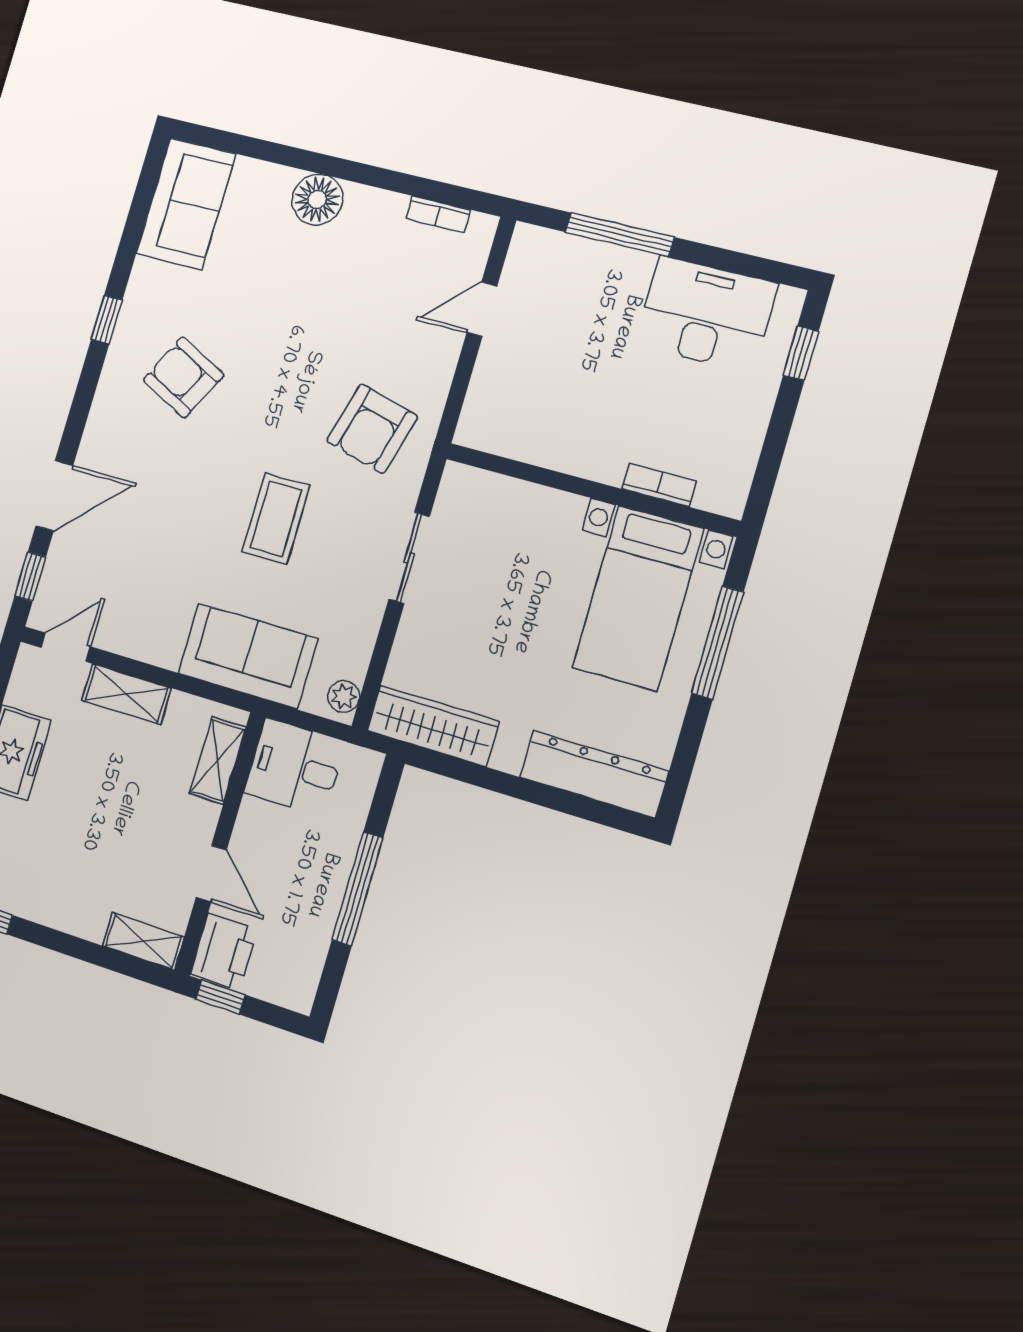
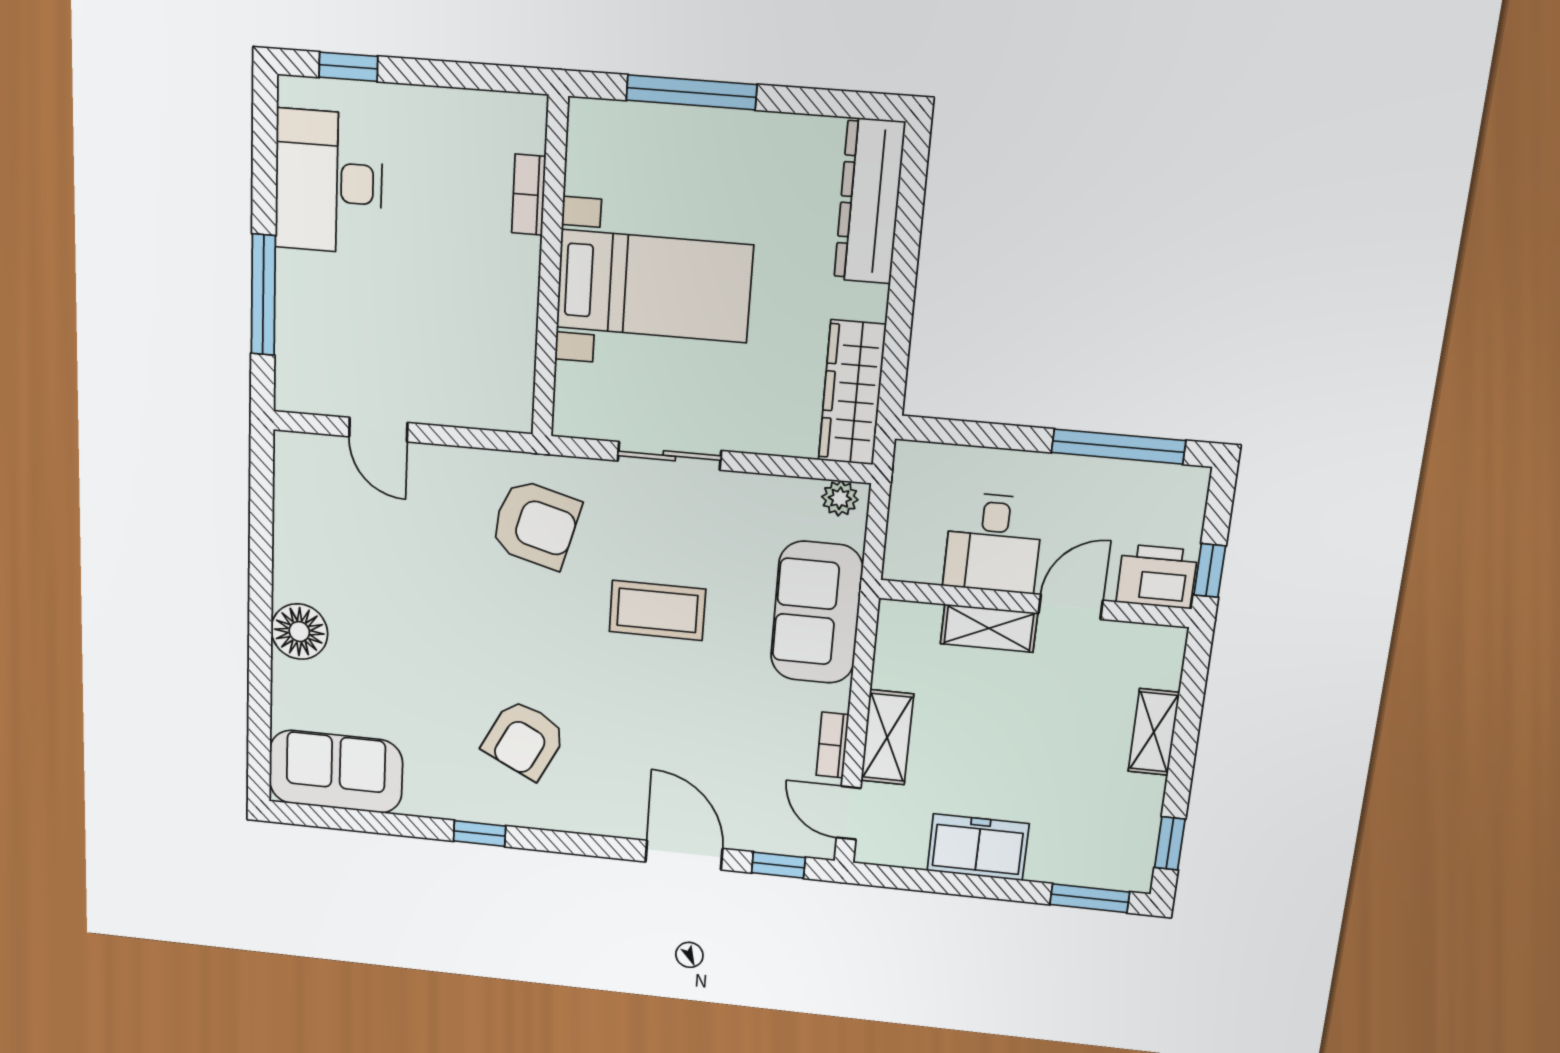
bookcase: (438, 214) -> (832, 745), moved, turned 180
bed with nightstands: (638, 598) -> (654, 286), moved
shelving: (218, 760) -> (989, 628), moved
desk: (295, 767) -> (993, 543), moved
window: (357, 889) -> (1118, 447), moved
shelving: (143, 941) -> (1154, 732), moved

